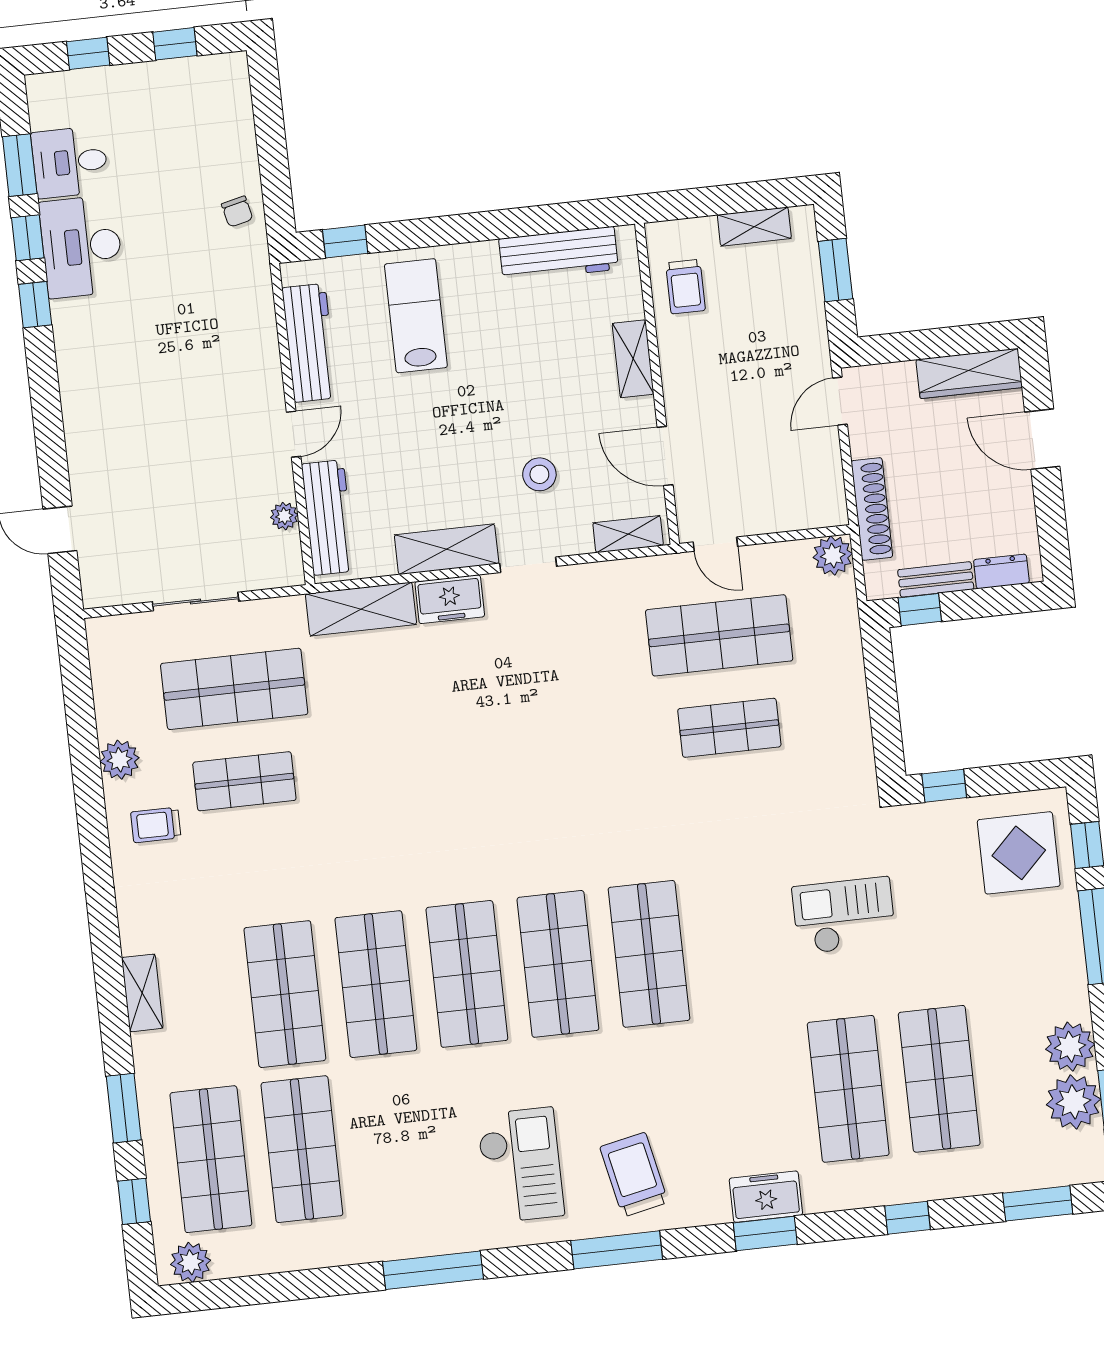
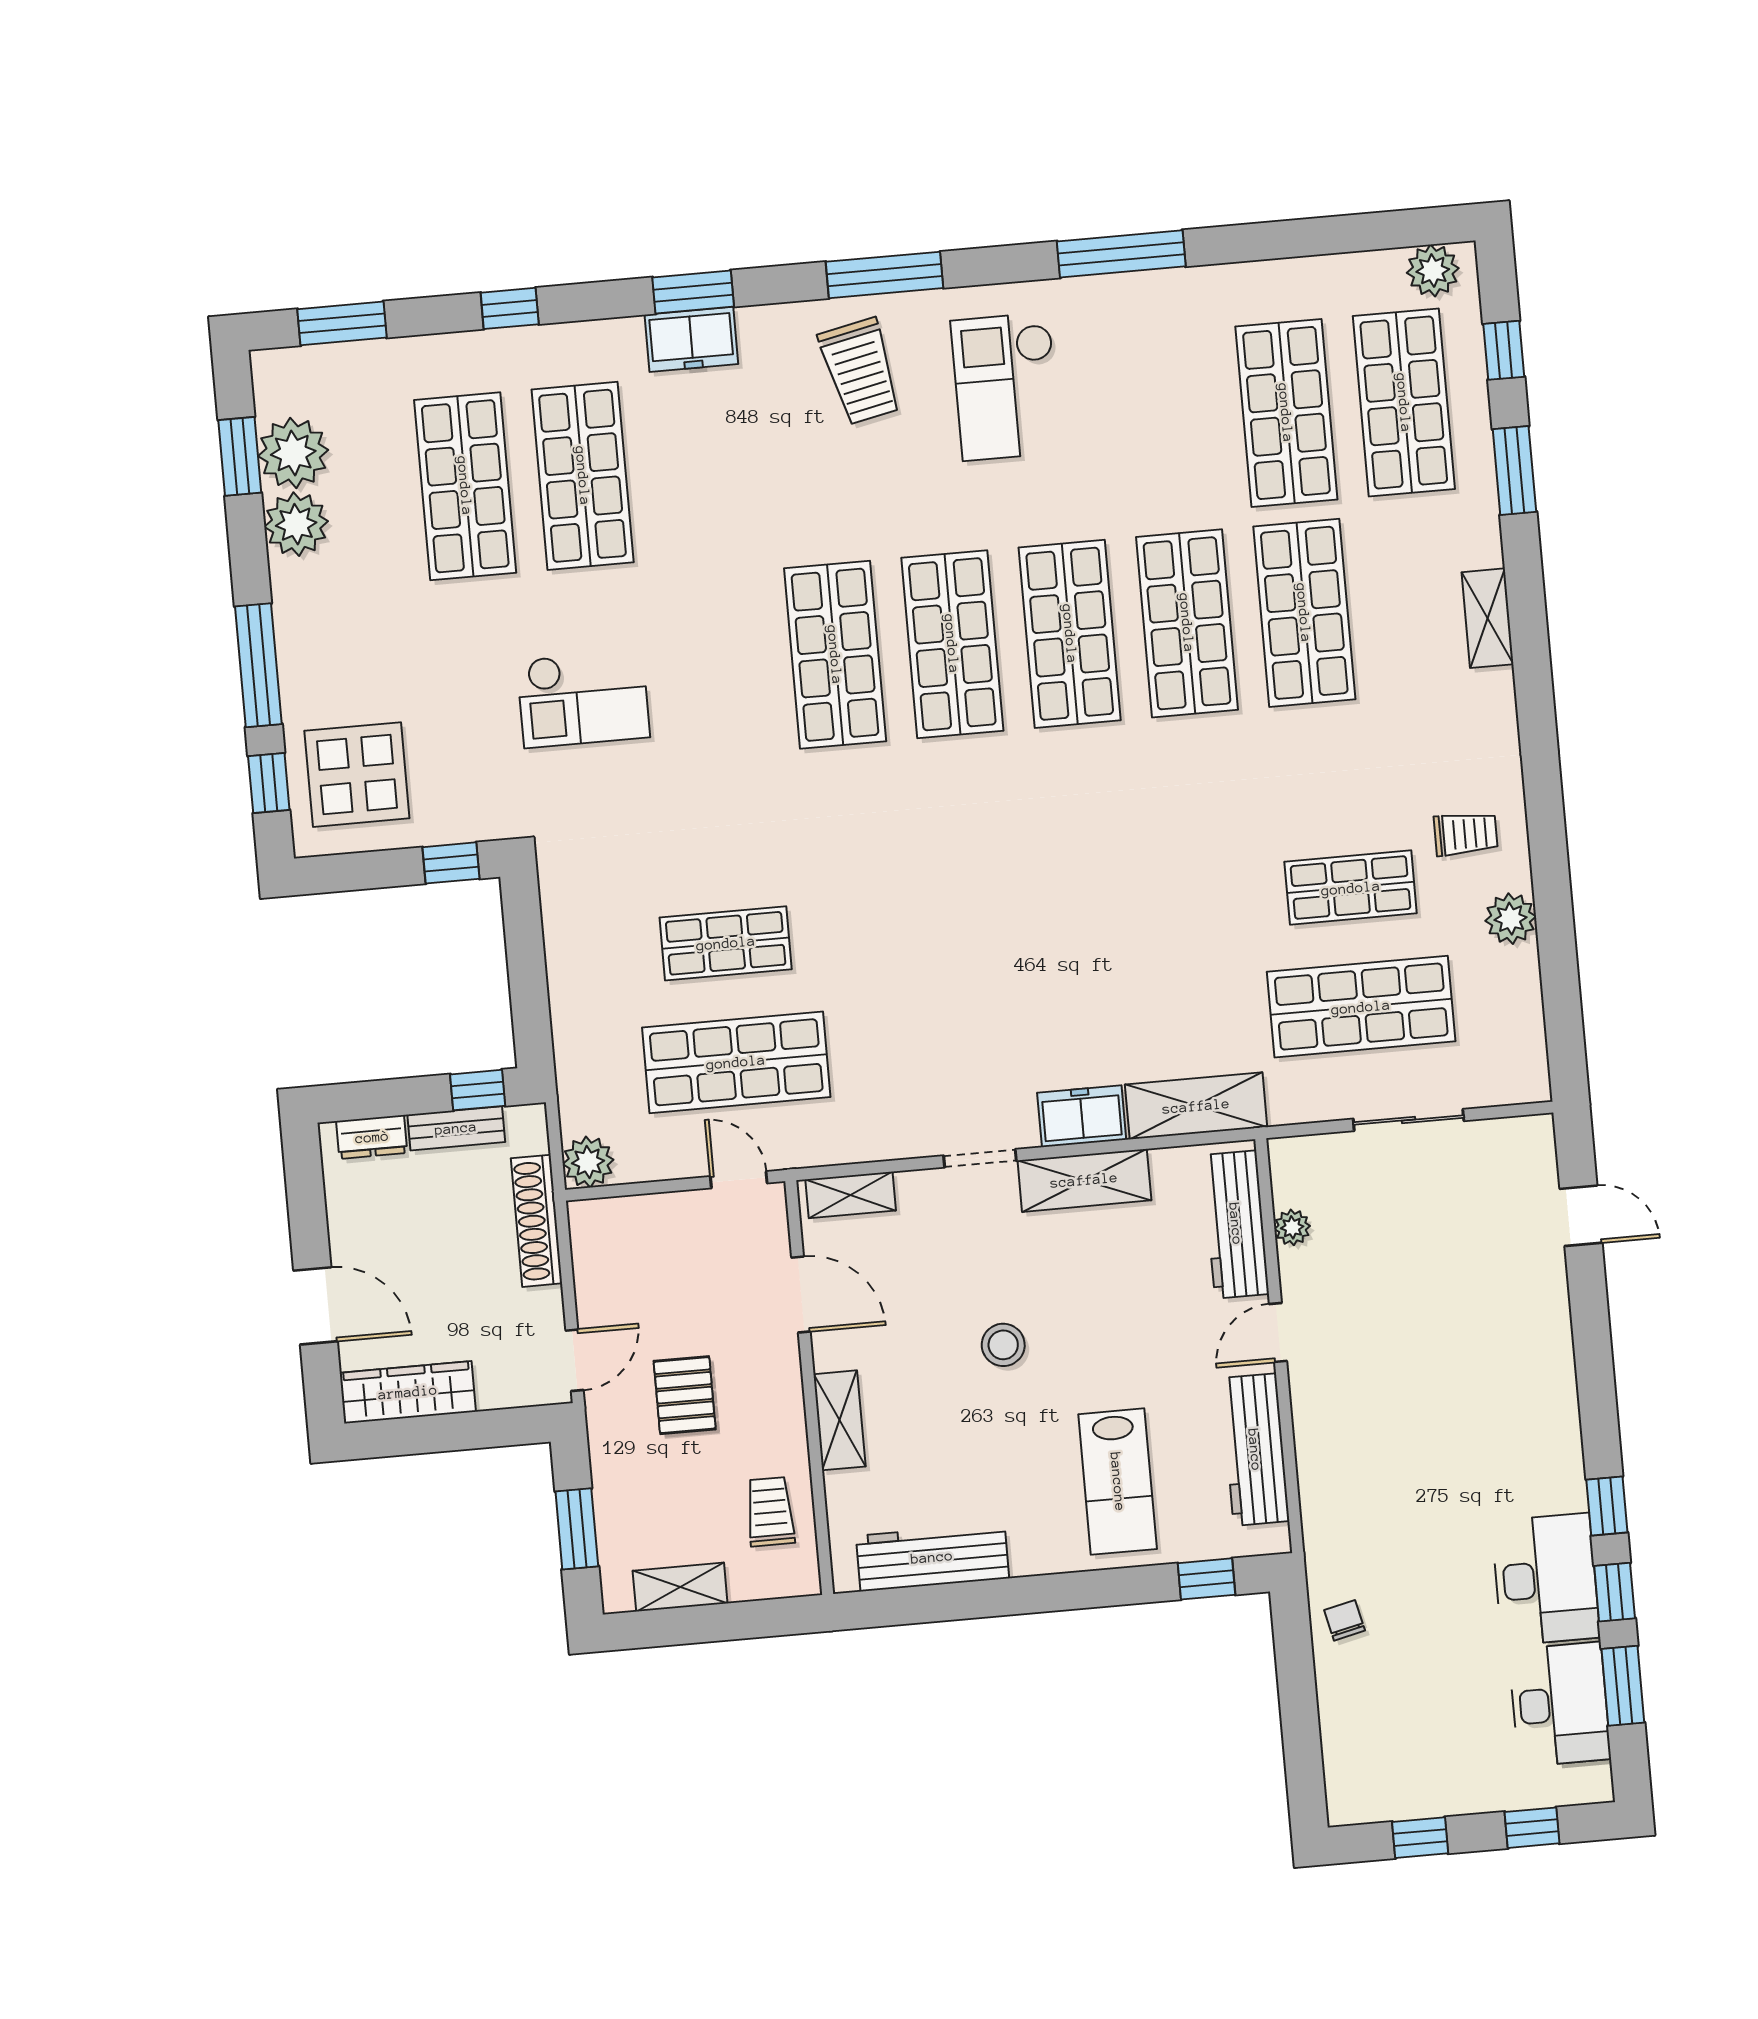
desk: (70, 162) -> (1560, 1704), width x1.37
pallet: (754, 376) -> (685, 1395), added
stool: (539, 474) -> (1003, 1345), moved

